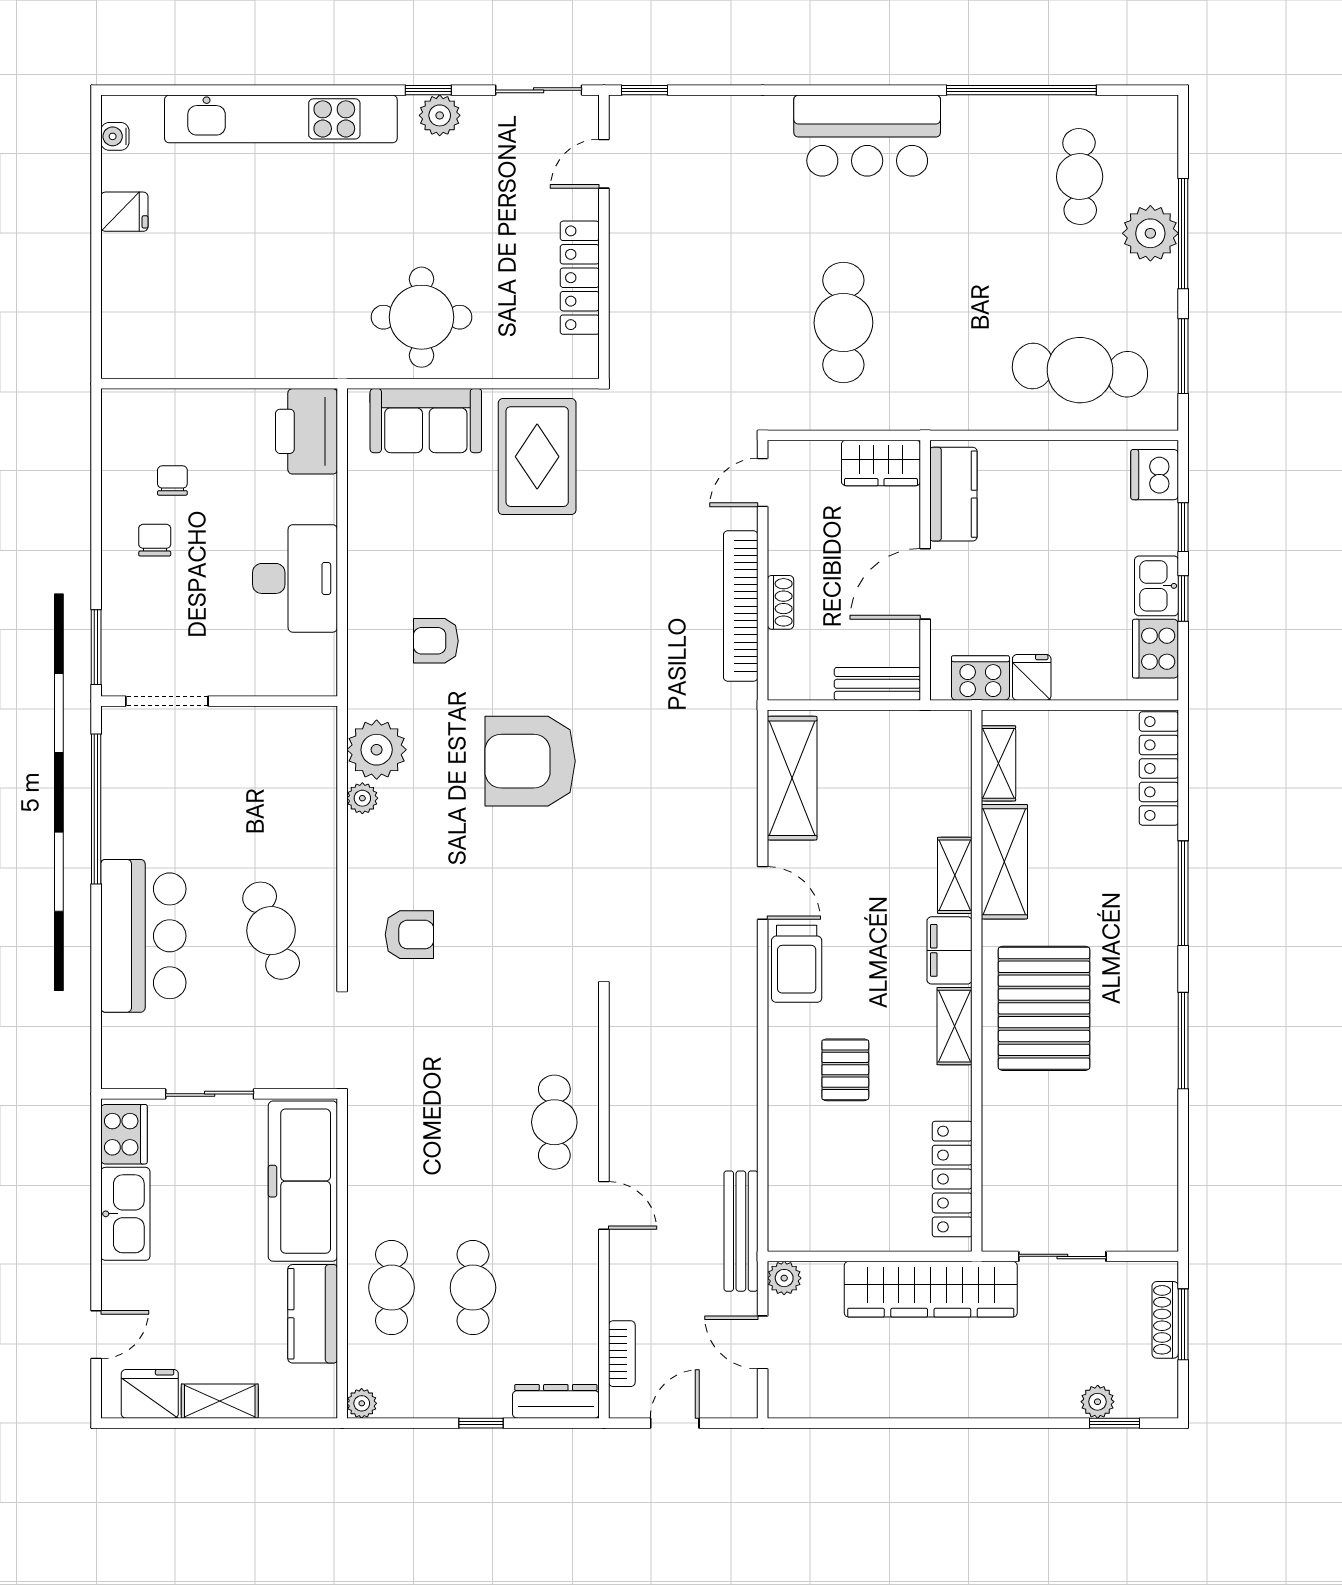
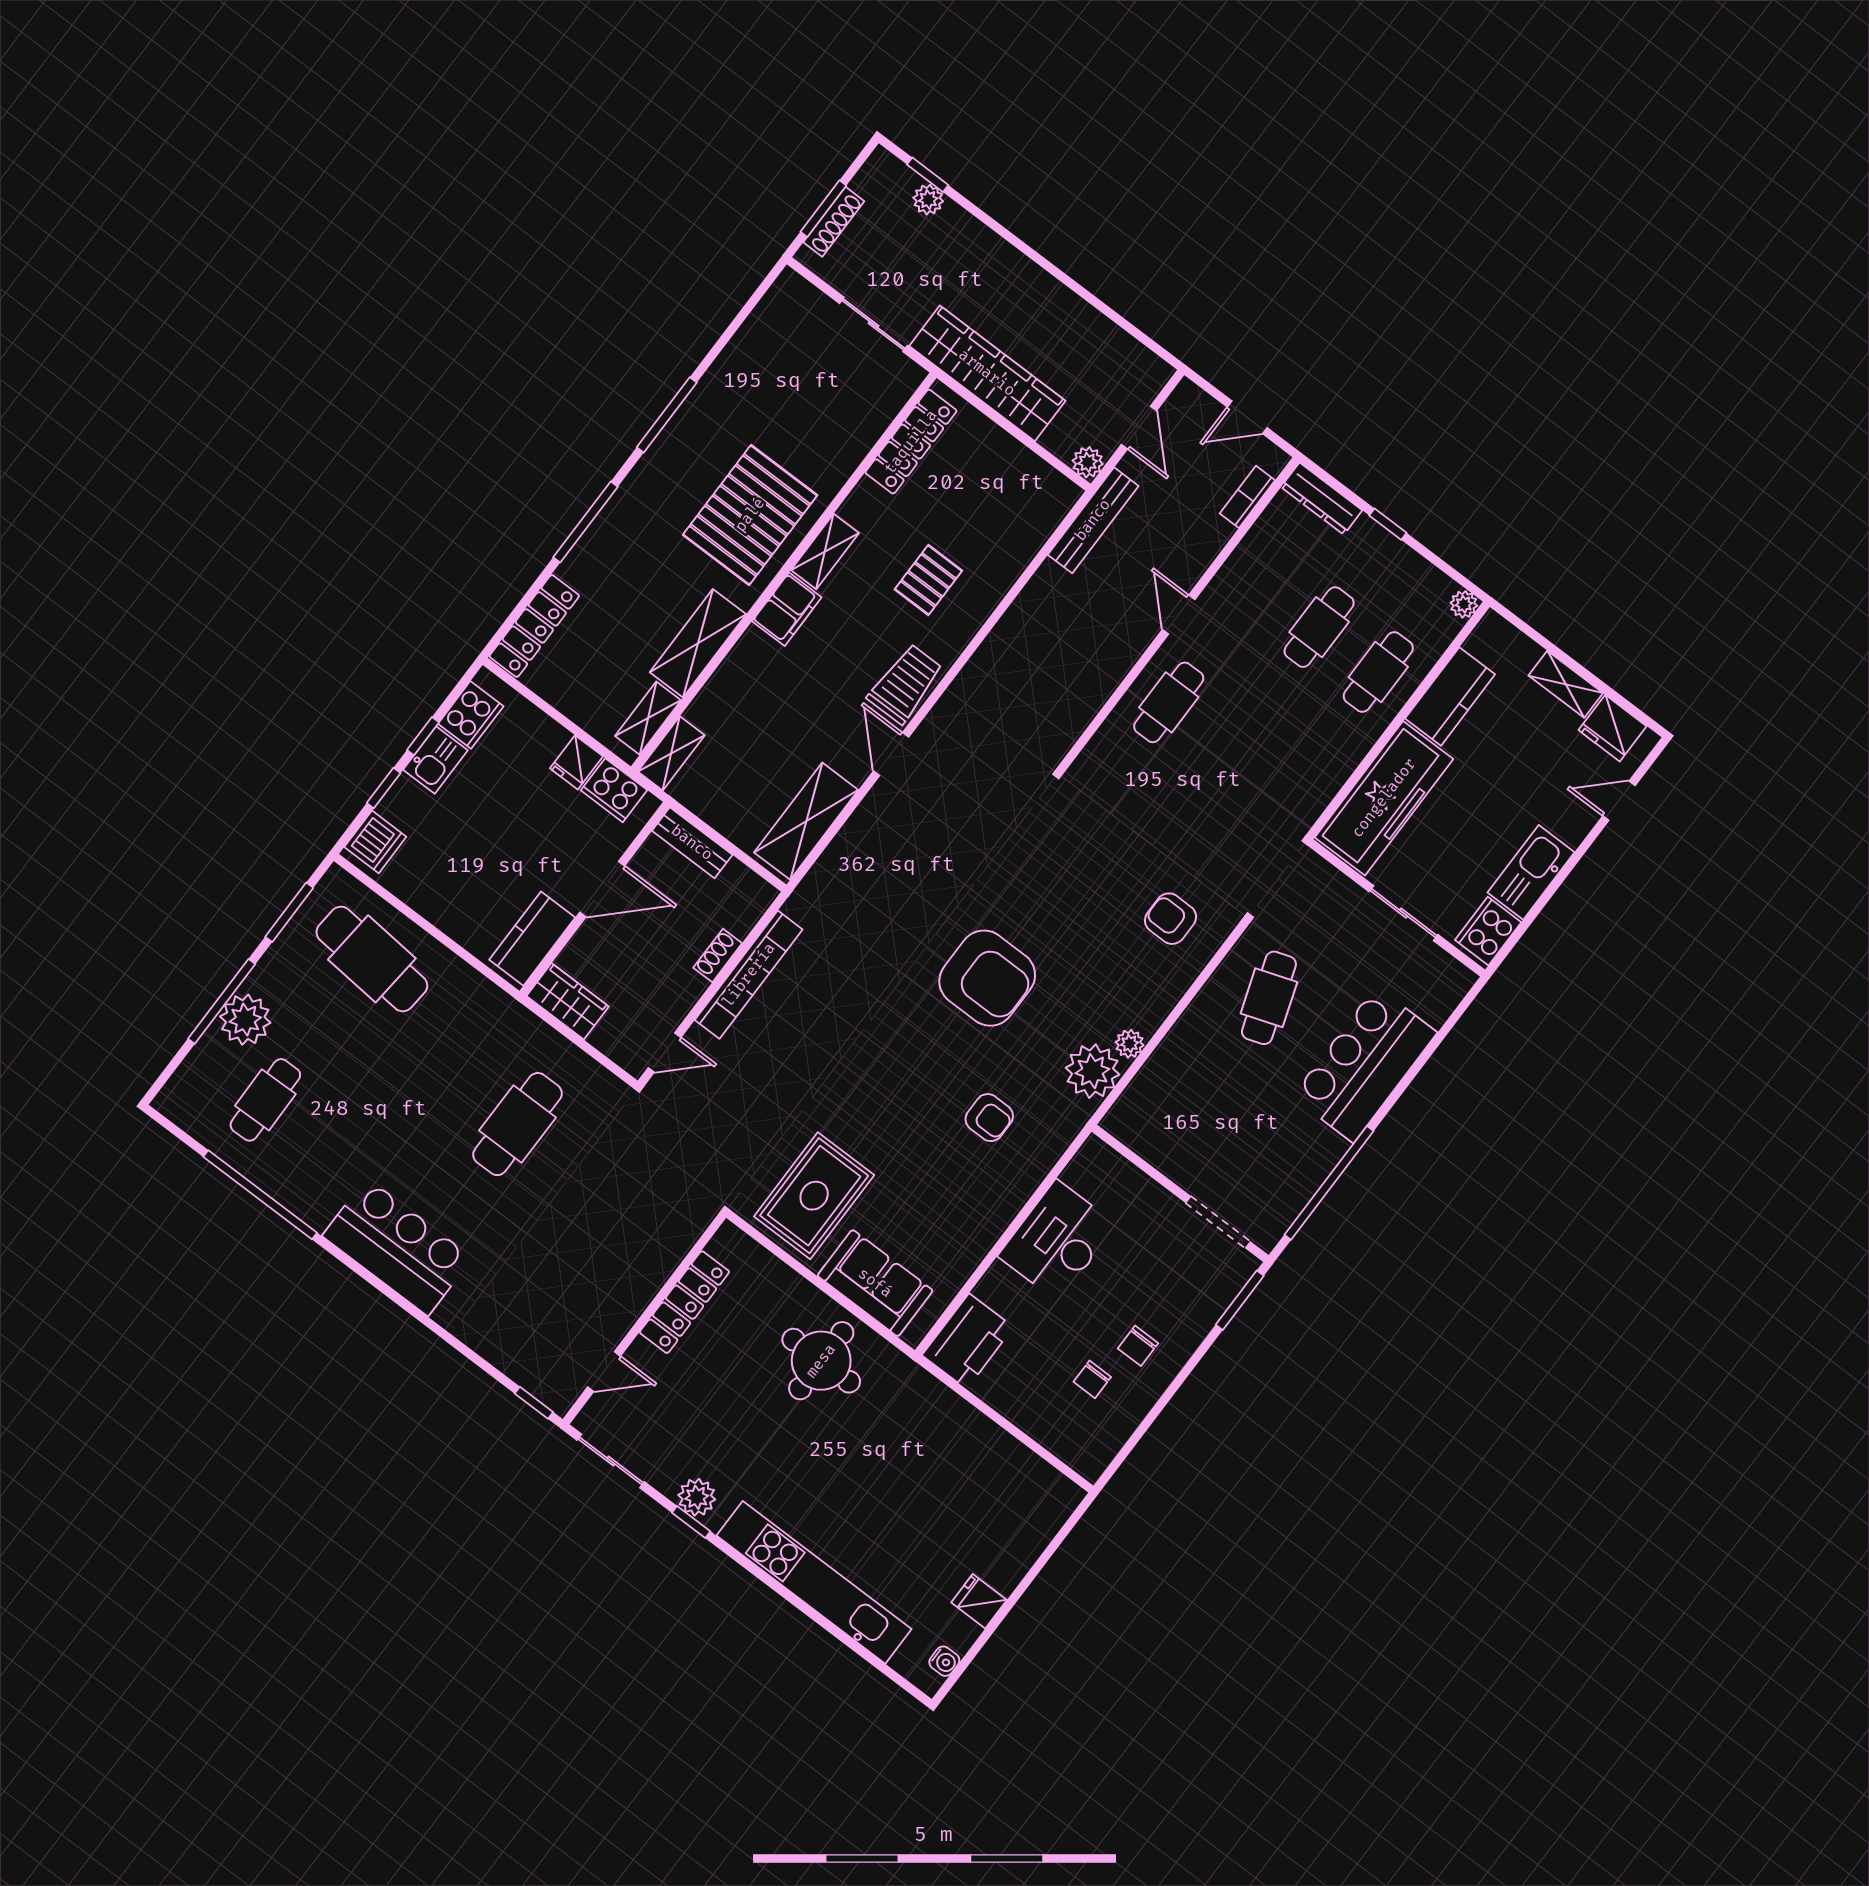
shelving: (955, 875) -> (671, 753), moved

